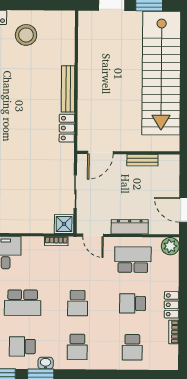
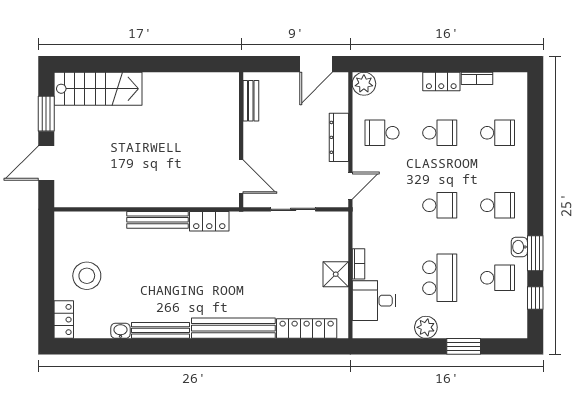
stairs: (161, 73) -> (98, 89), width x0.54, depth x0.66
bench: (142, 160) -> (251, 101), moved
shower: (64, 224) -> (336, 274), moved
bookcase: (56, 241) -> (358, 264), moved
school desk: (133, 260) -> (382, 133), width x0.54
school desk: (133, 303) -> (440, 133), turned -90
school desk: (22, 346) -> (498, 278), turned -90

